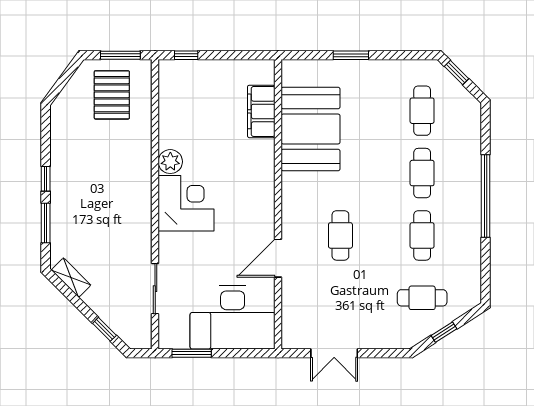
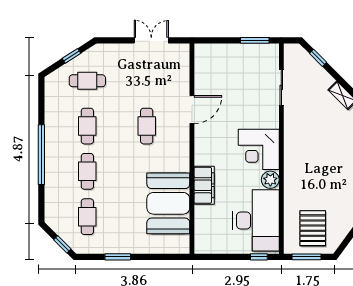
window: (351, 55) -> (118, 257), moved
filing cabinet: (261, 111) -> (204, 185), moved
desk: (233, 317) -> (256, 220), moved, turned 90

